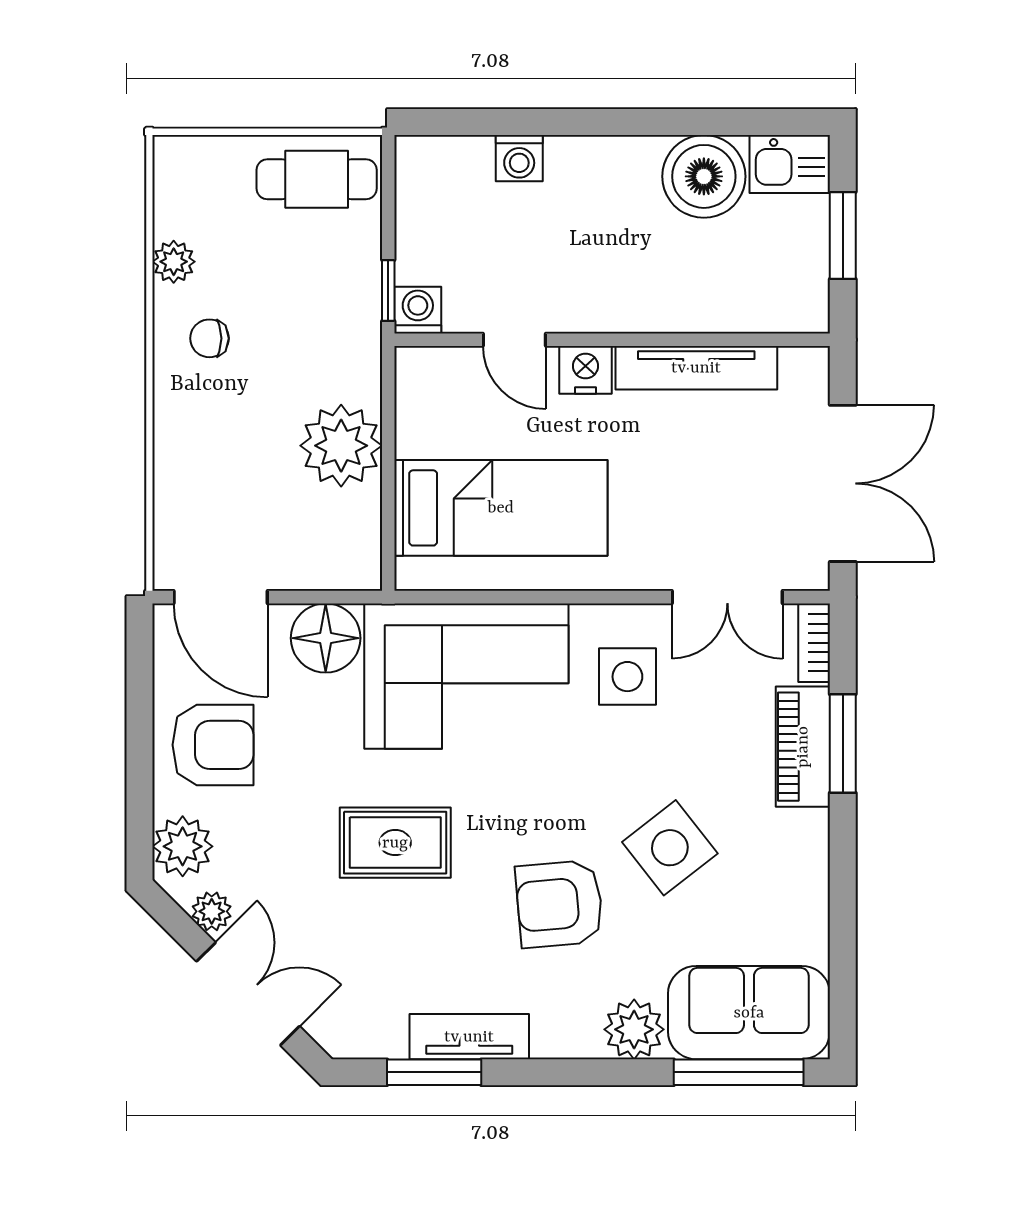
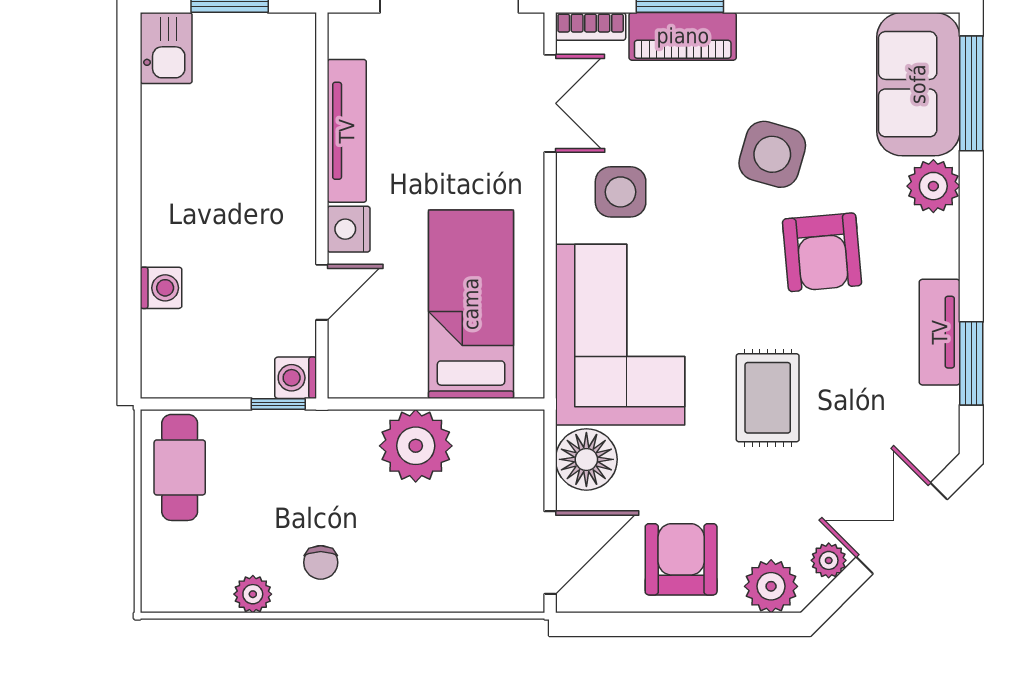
boiler: (704, 176) -> (177, 124), removed
side table: (670, 848) -> (772, 154), turned -36

